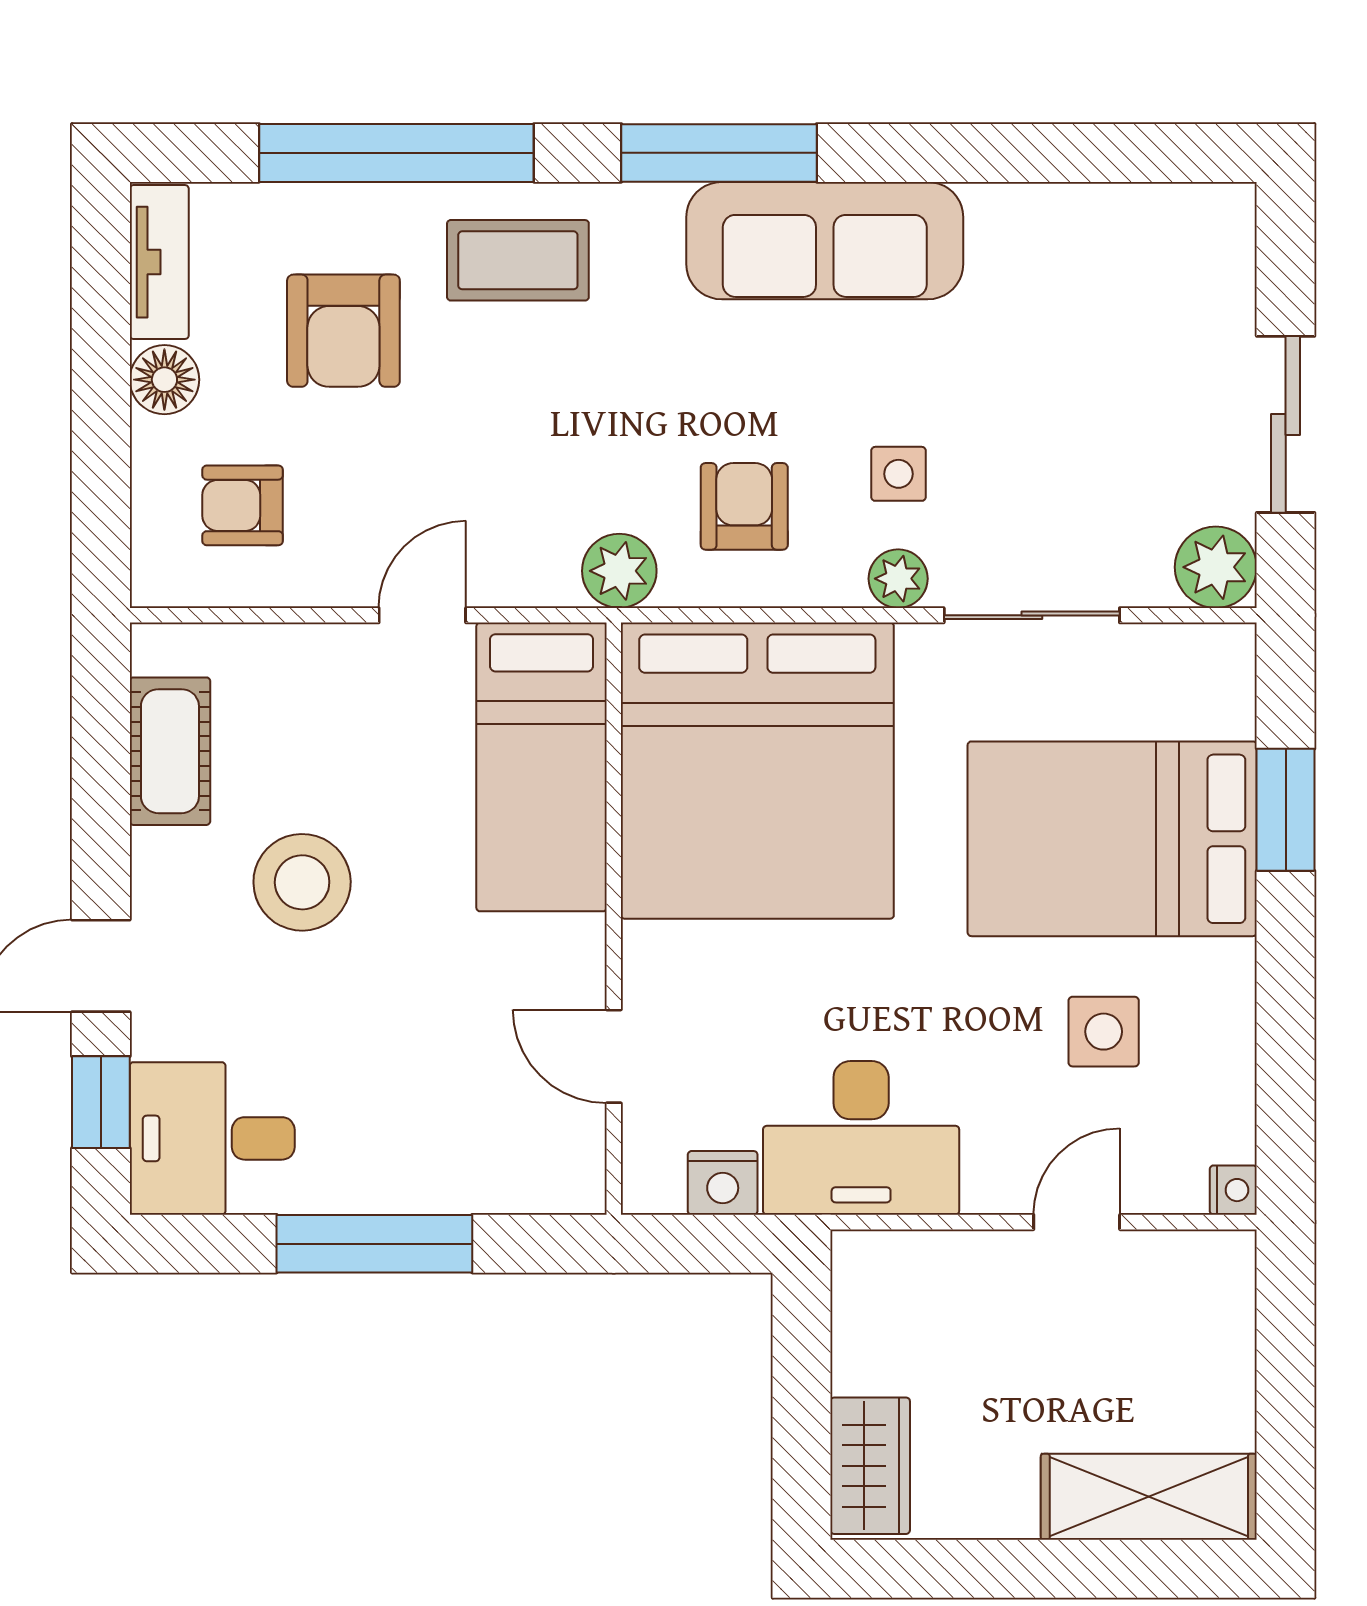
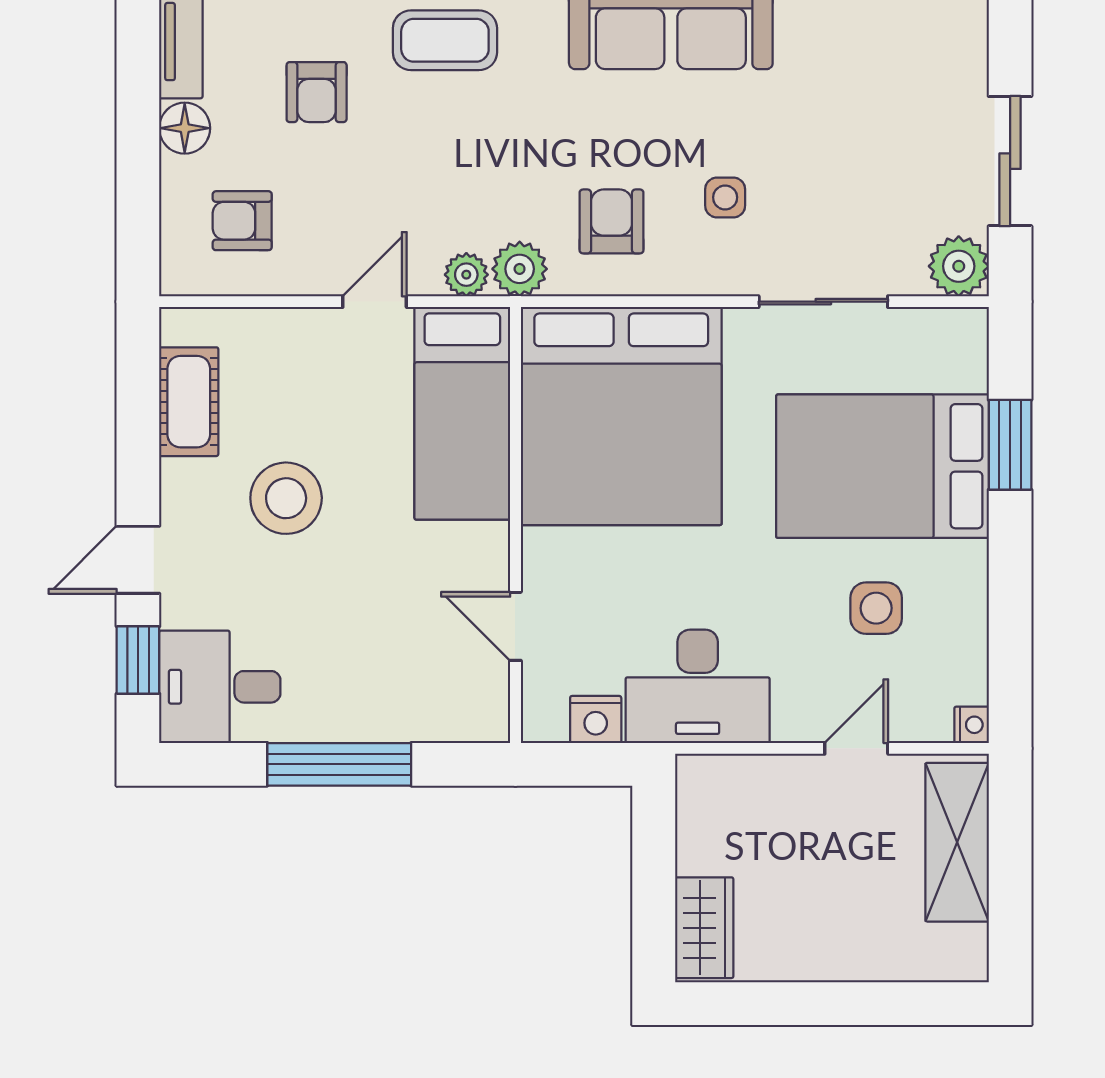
armchair: (343, 331) -> (317, 92), width x0.72, depth x0.72
plant: (898, 579) -> (466, 275), moved
shelving: (1149, 1497) -> (957, 842), moved, turned 90

